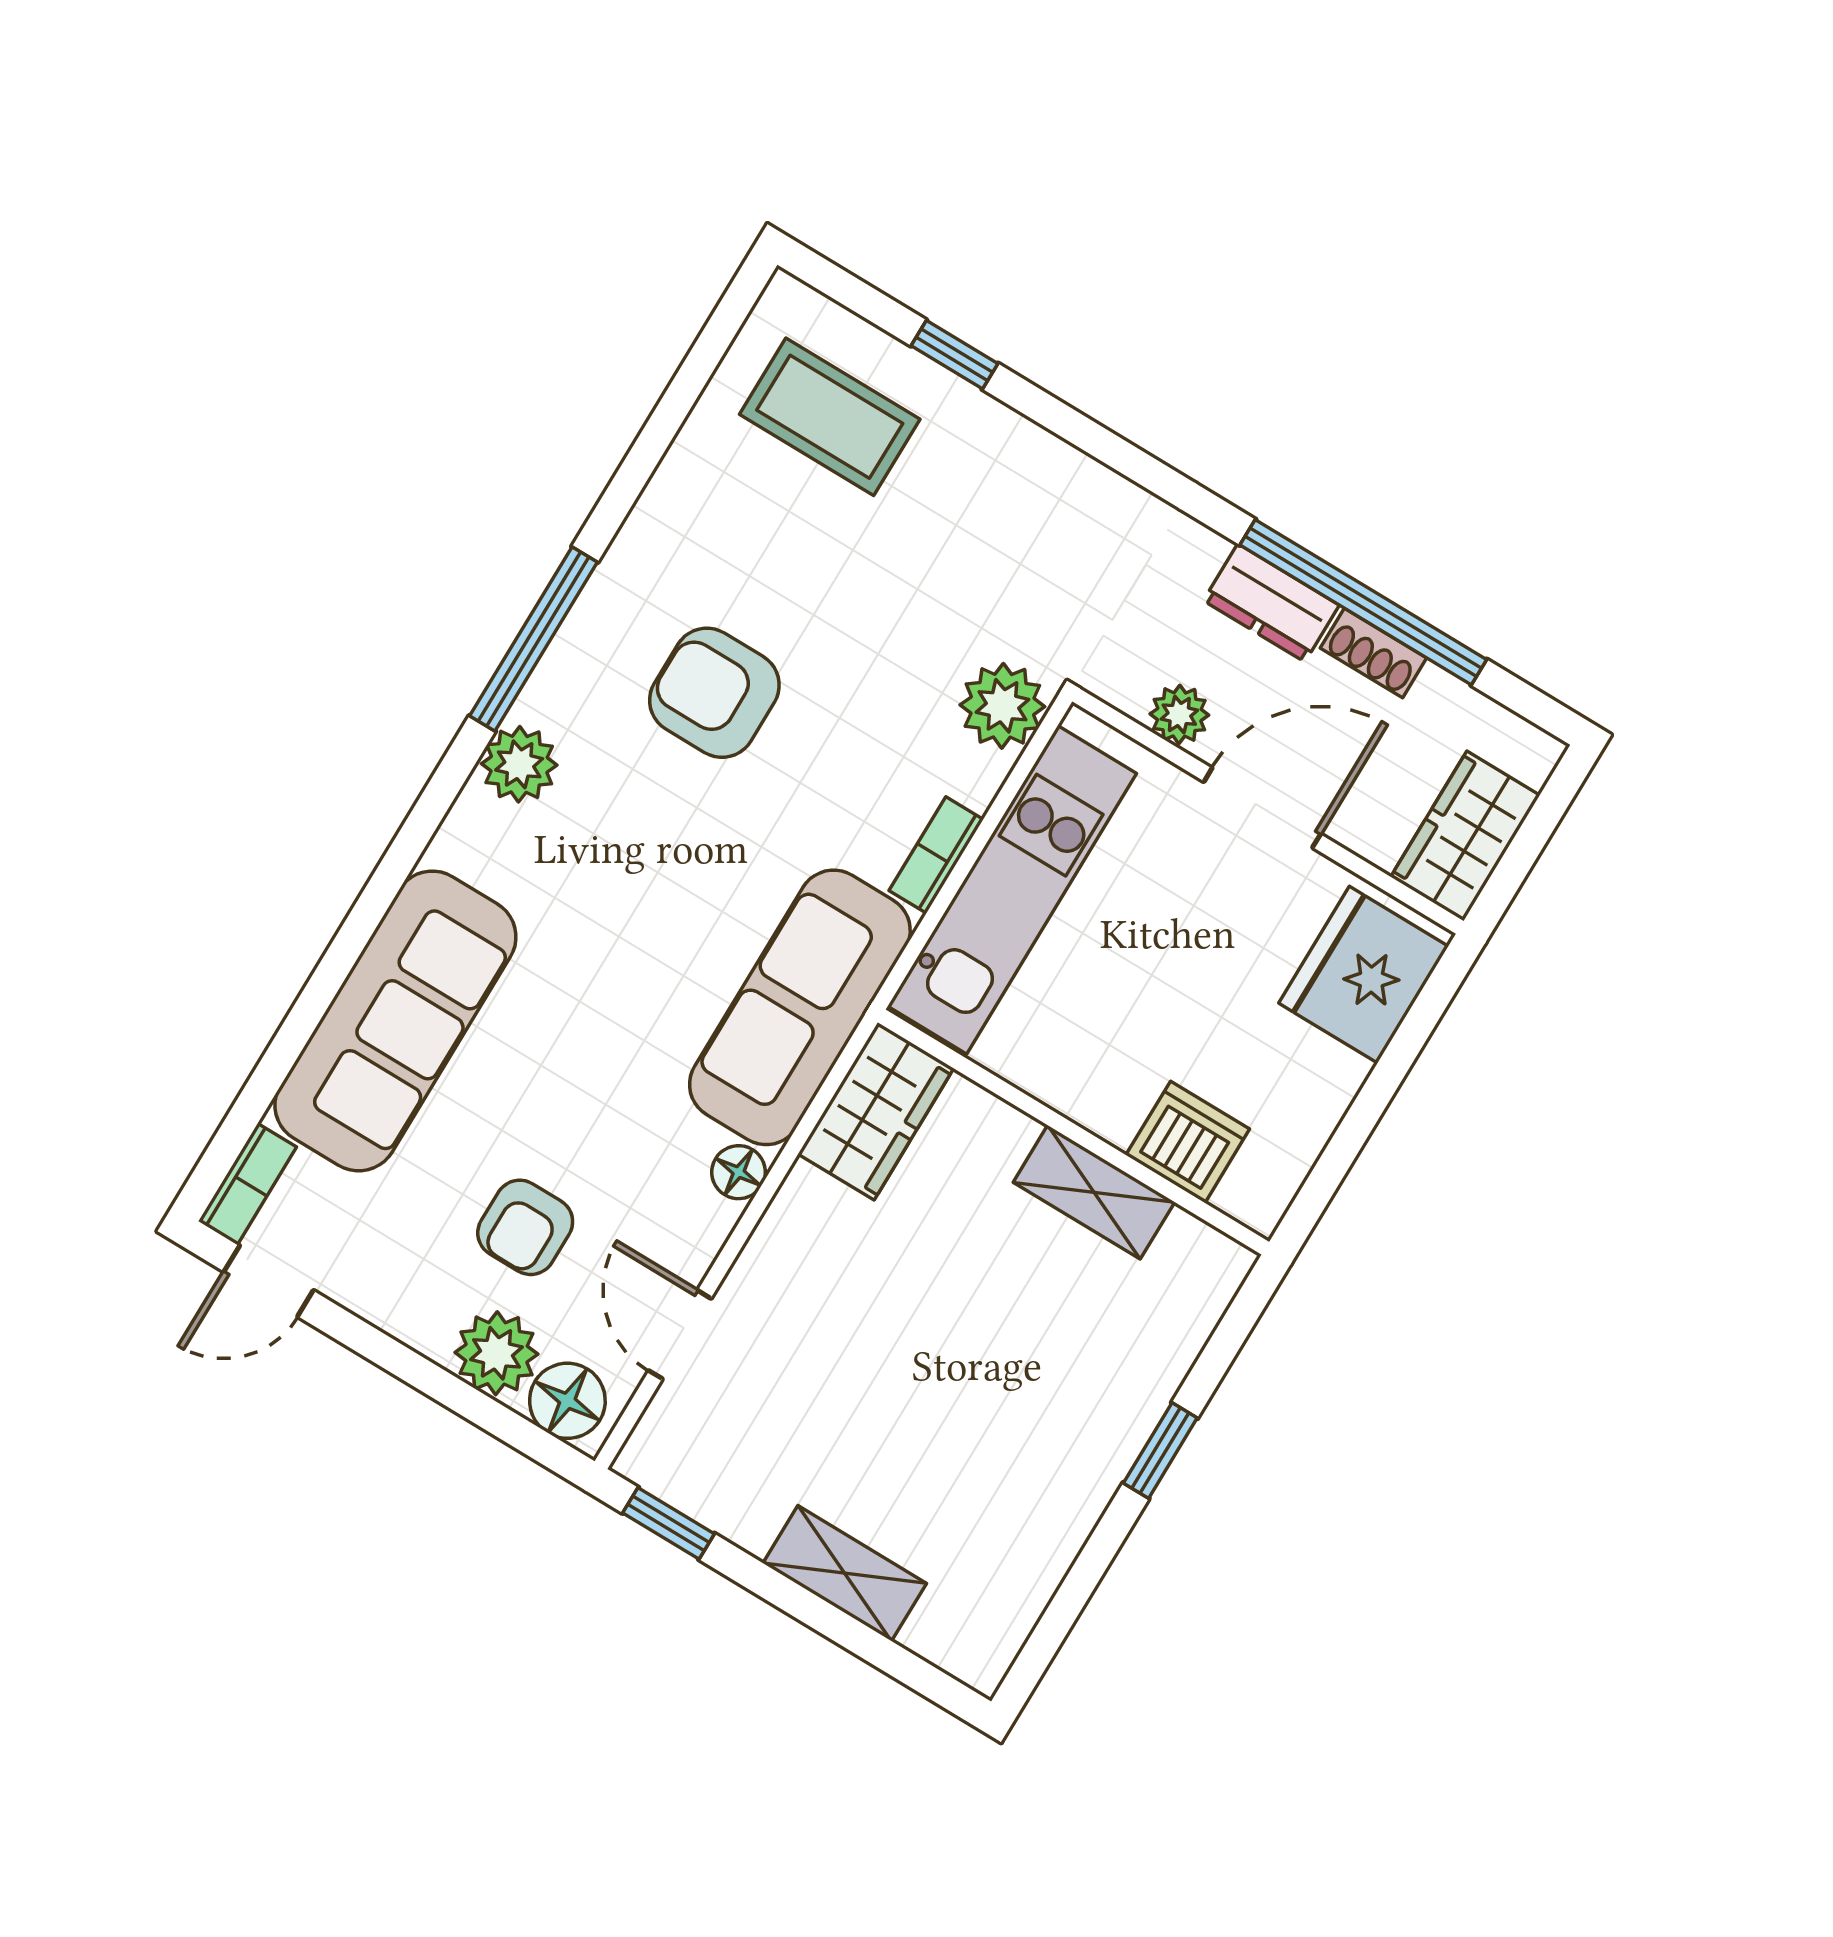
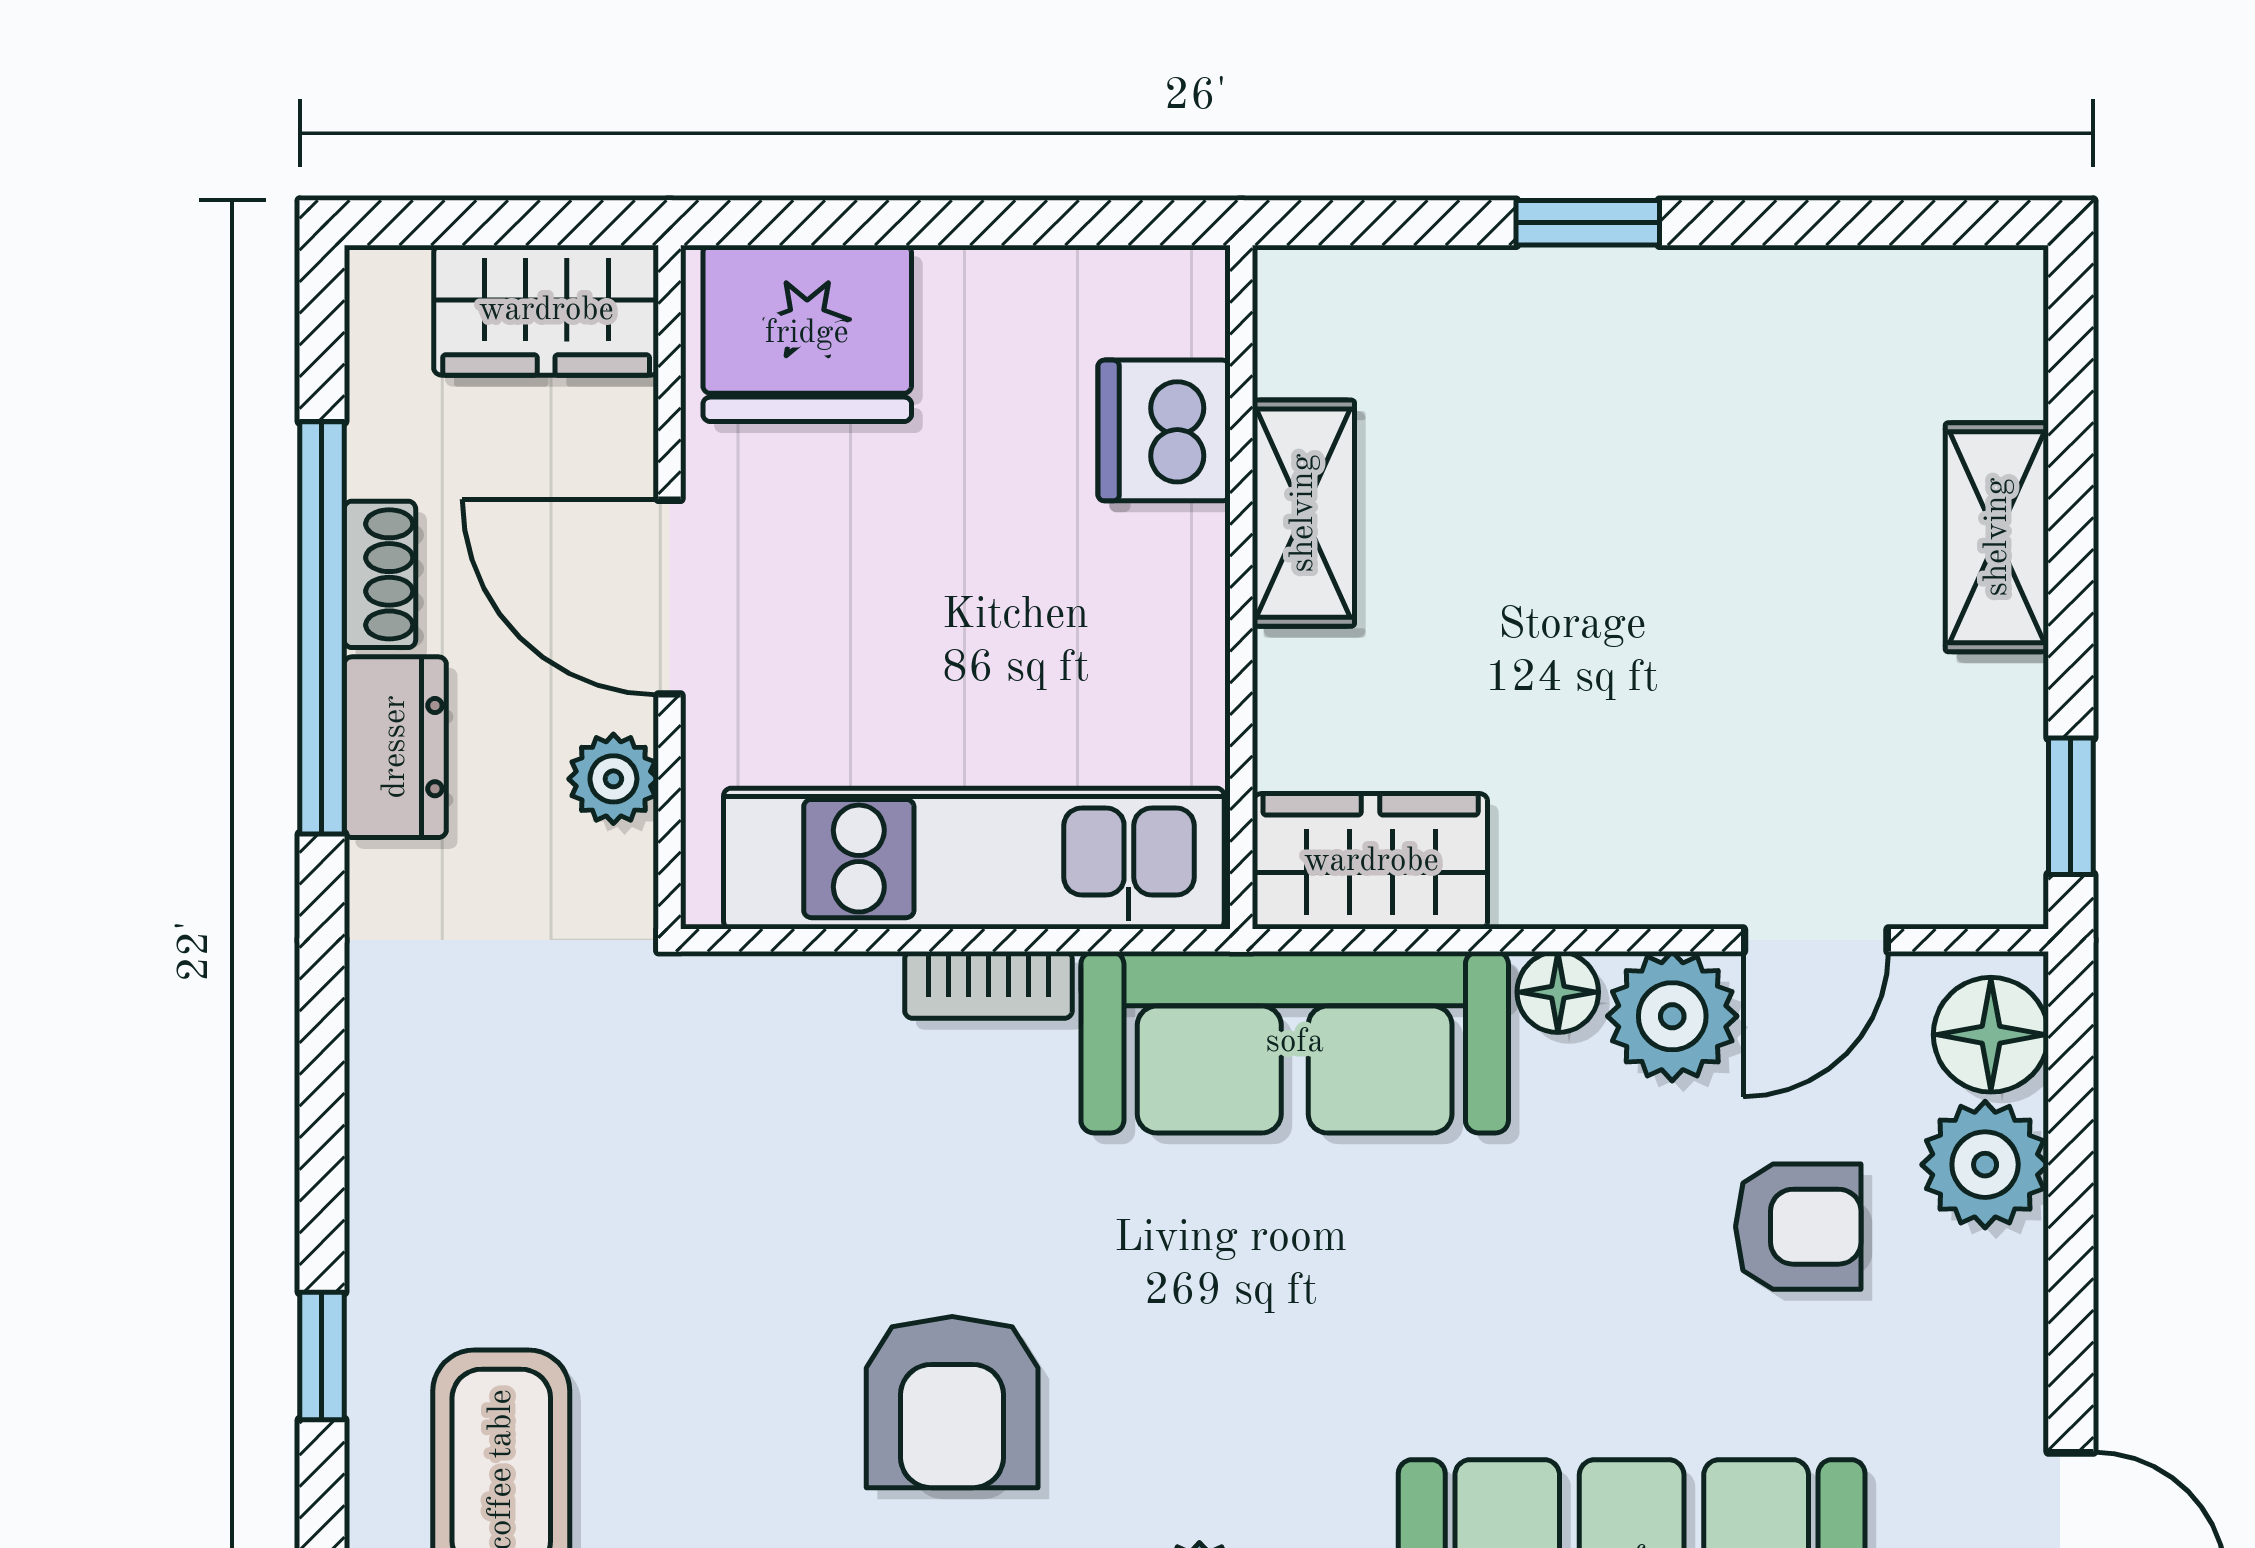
plant: (1002, 706) -> (1672, 1016), moved

